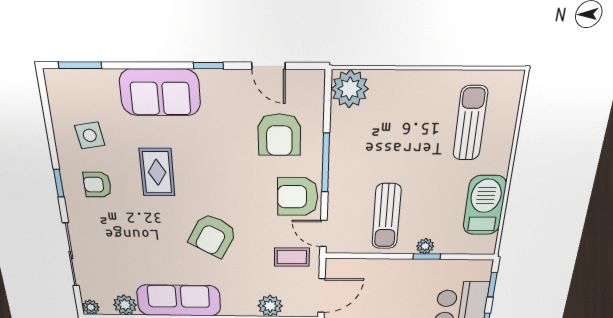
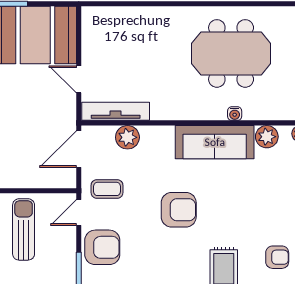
door: (323, 234) -> (79, 213), swing flipped
armchair: (213, 236) -> (179, 210), turned 61

